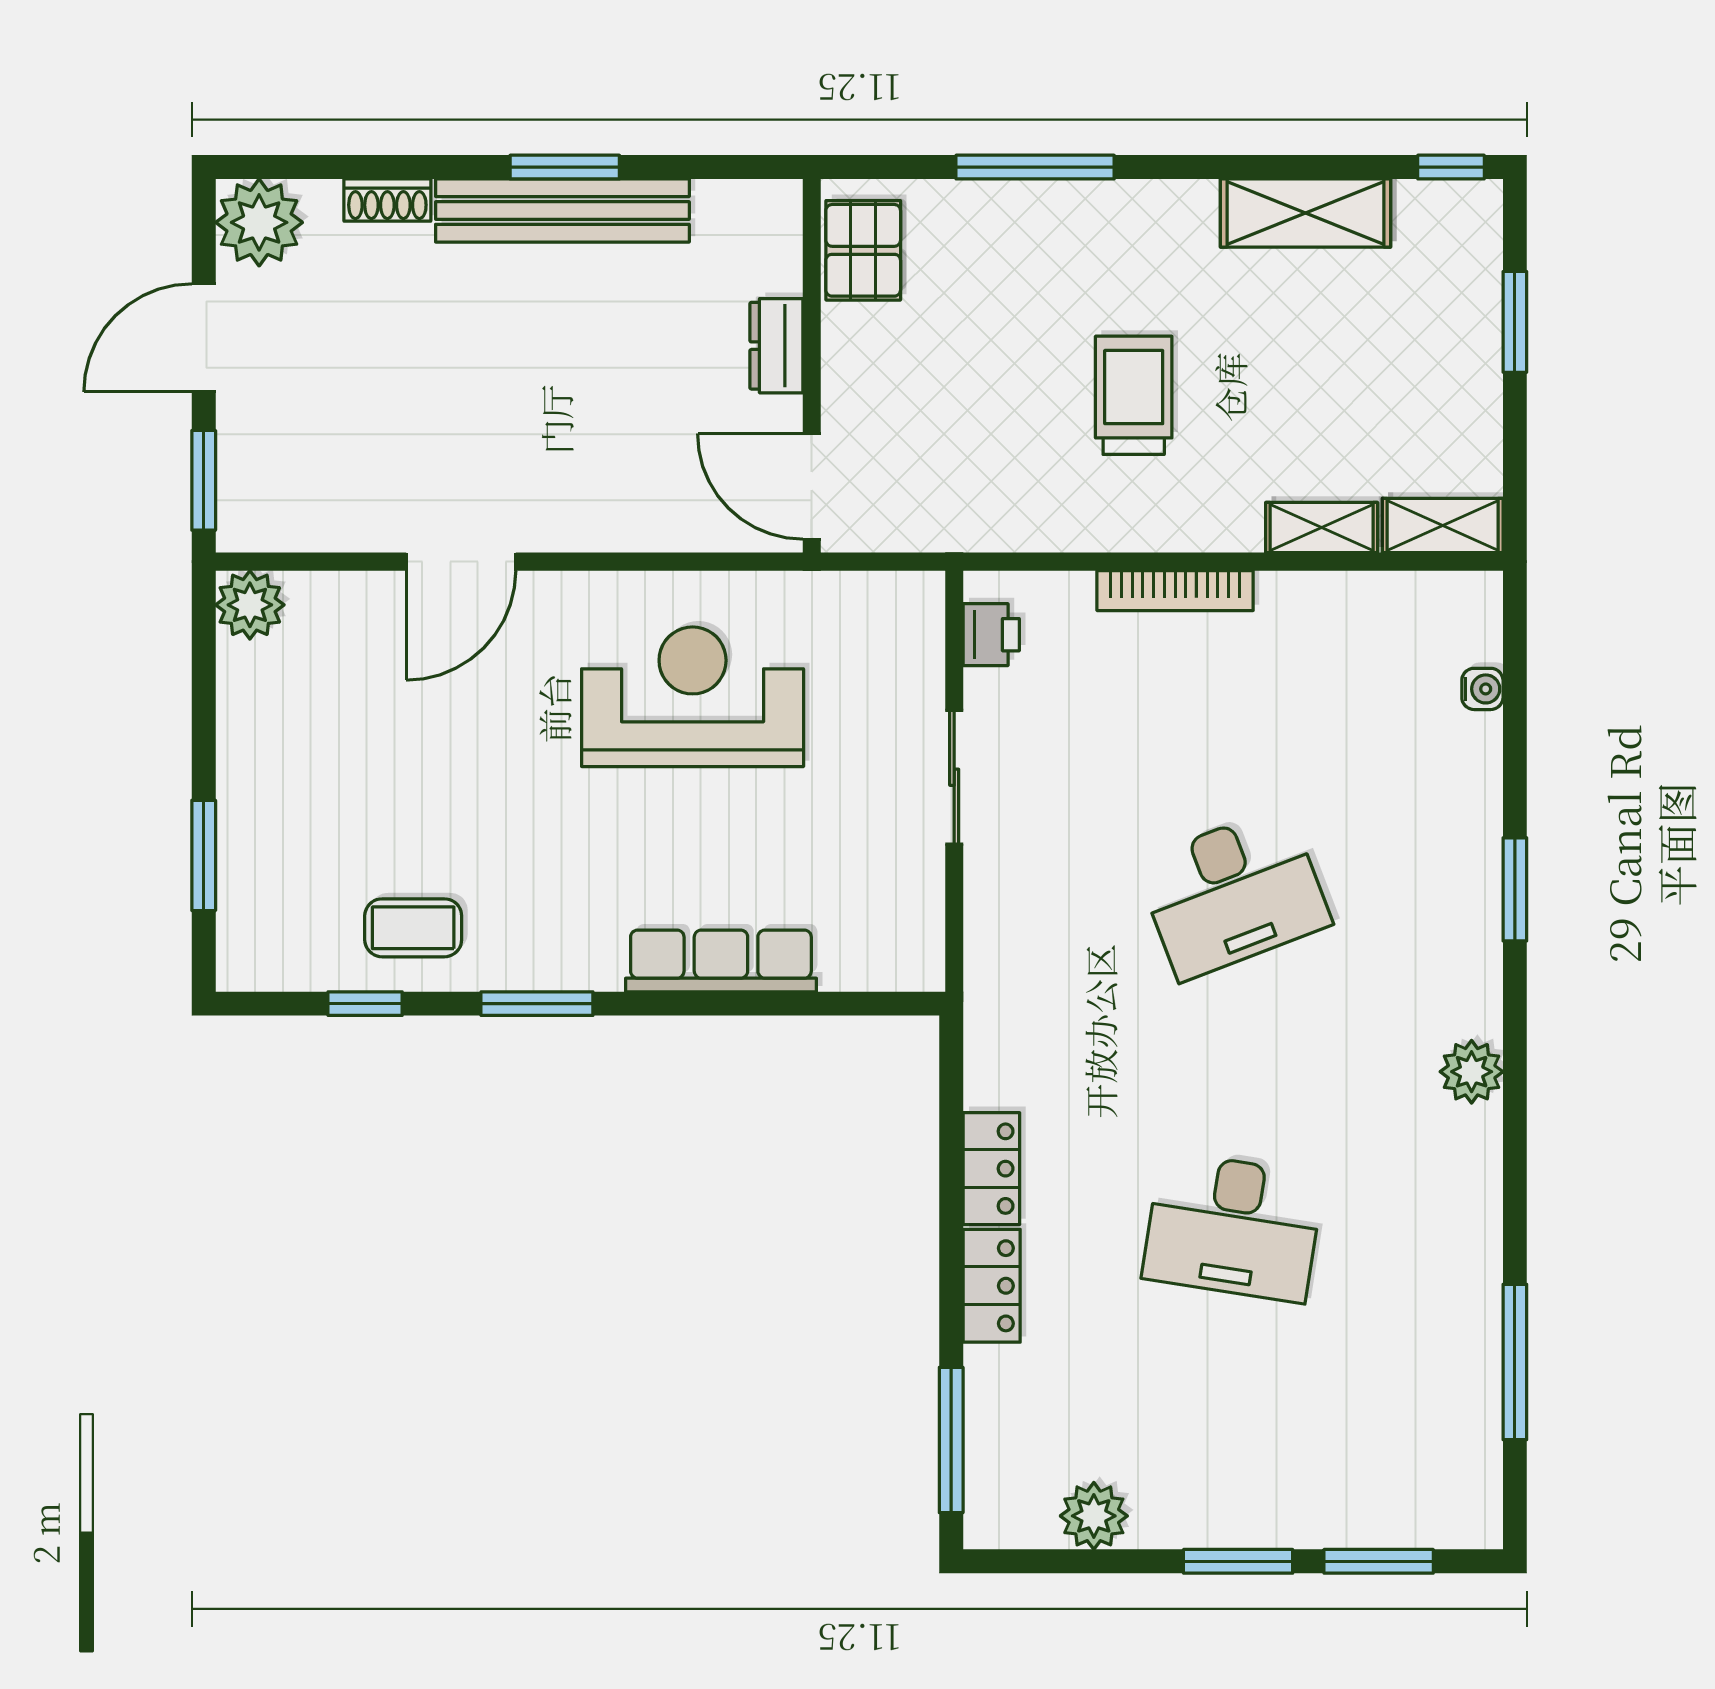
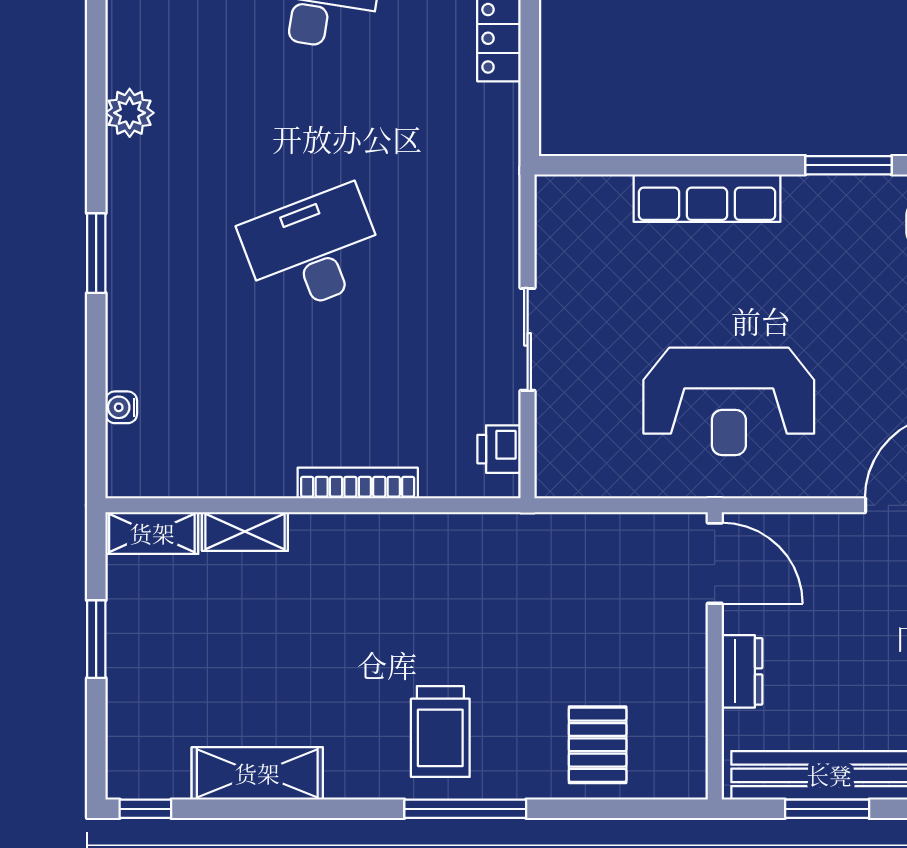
window: (1515, 322) -> (96, 639), moved
dresser: (776, 346) -> (742, 671), moved
wall: (812, 366) -> (715, 656), moved
trolley: (1134, 395) -> (440, 731), moved
door: (812, 486) -> (715, 563), moved

